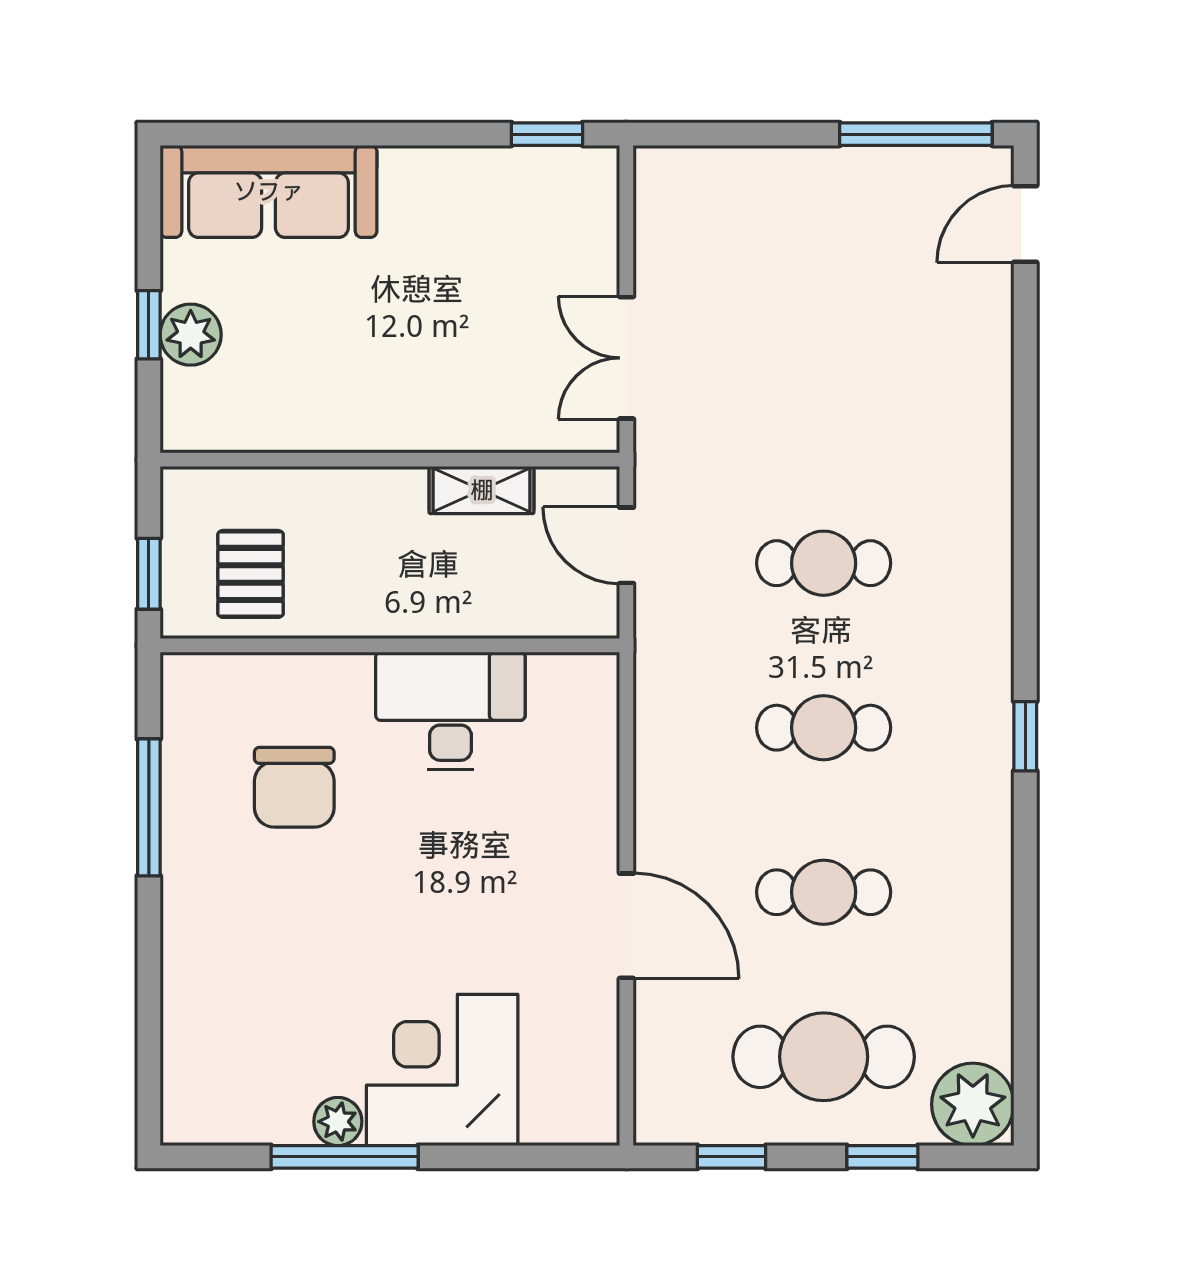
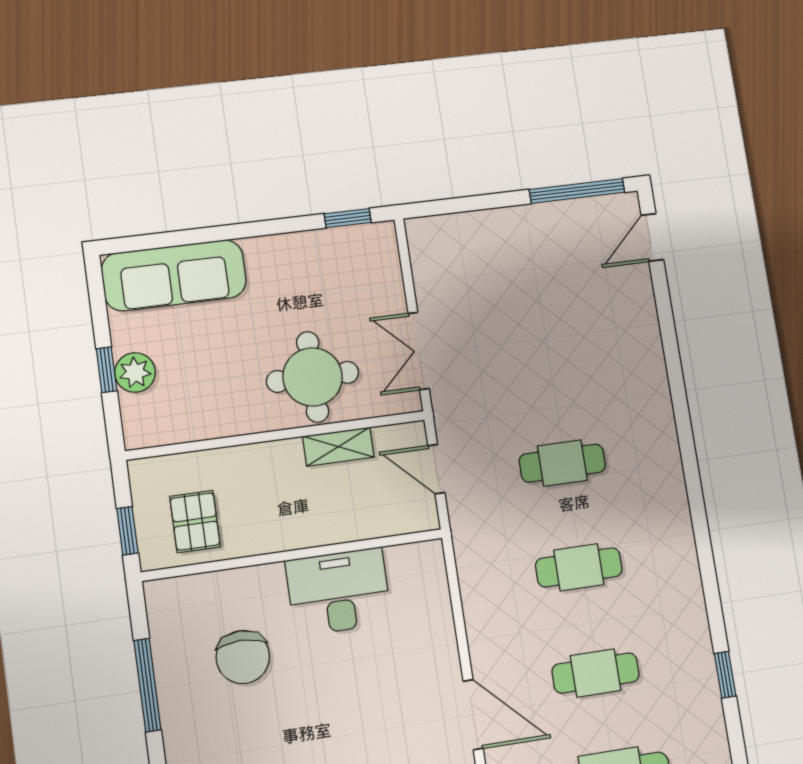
round table: (458, 377) -> (313, 377), added
window: (1025, 736) -> (725, 675), moved

